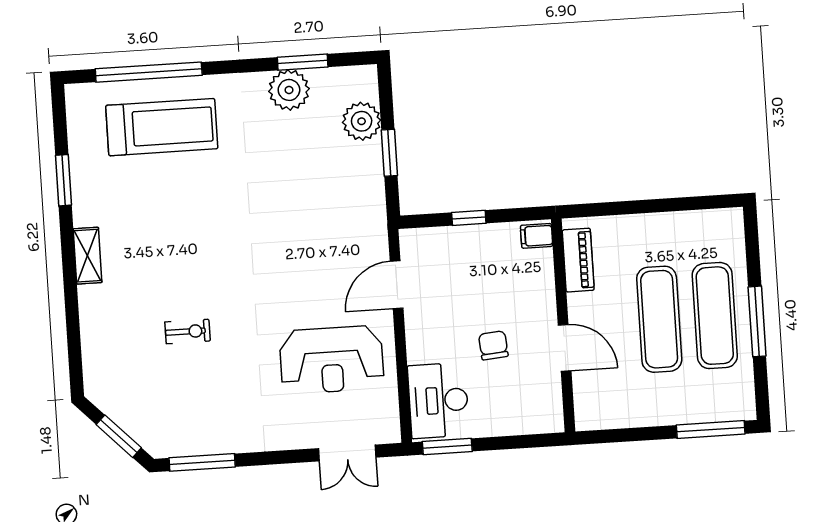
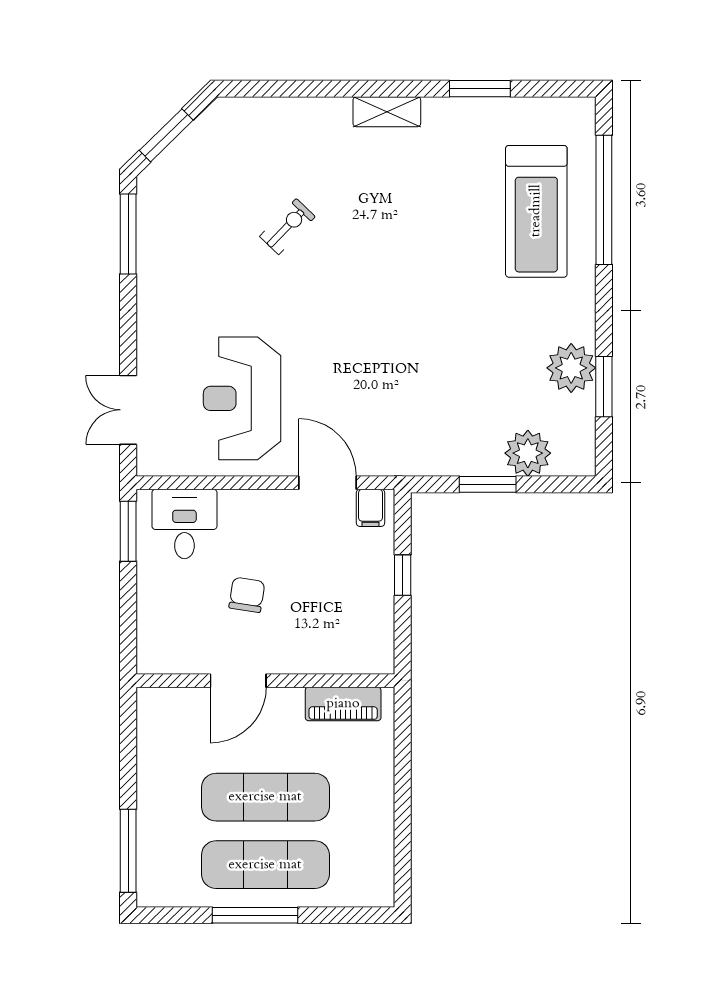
filing cabinet: (537, 236) -> (370, 508), moved, turned 180
exercise bike: (188, 331) -> (287, 227), turned -136
chair: (493, 345) -> (247, 595), turned -76
desk: (438, 401) -> (184, 524), width x0.73

